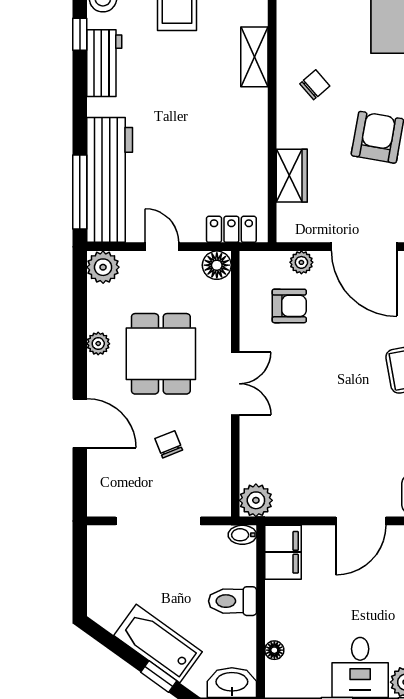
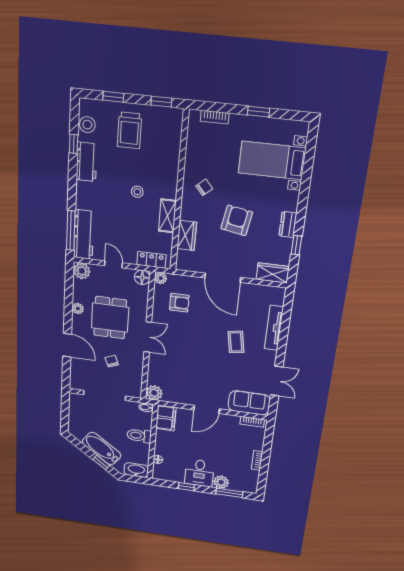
shelving: (254, 57) -> (167, 216), moved
stool: (197, 106) -> (137, 192), added
workbench: (110, 180) -> (84, 235), width x0.73, depth x0.76
plant: (301, 262) -> (161, 278), moved

